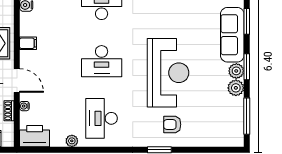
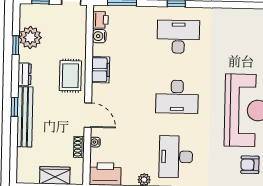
filing cabinet: (28, 43) -> (100, 70), width x2.00

